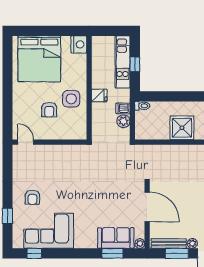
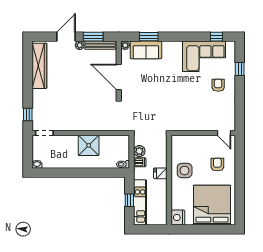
armchair: (49, 110) -> (217, 164), moved

